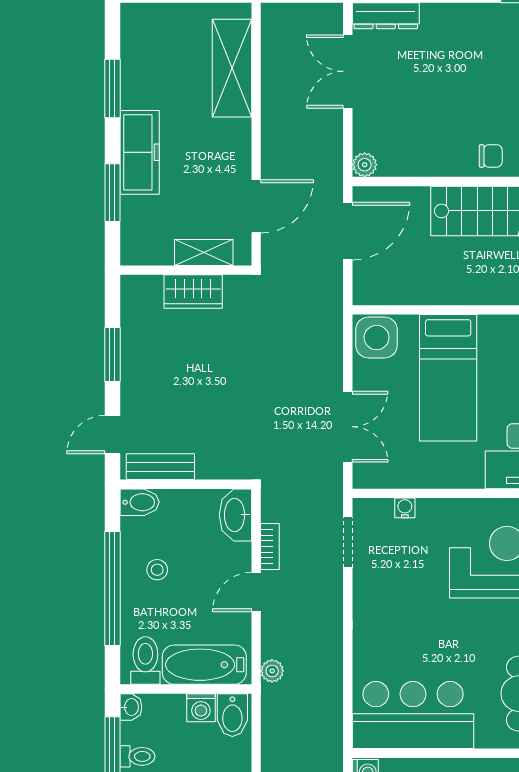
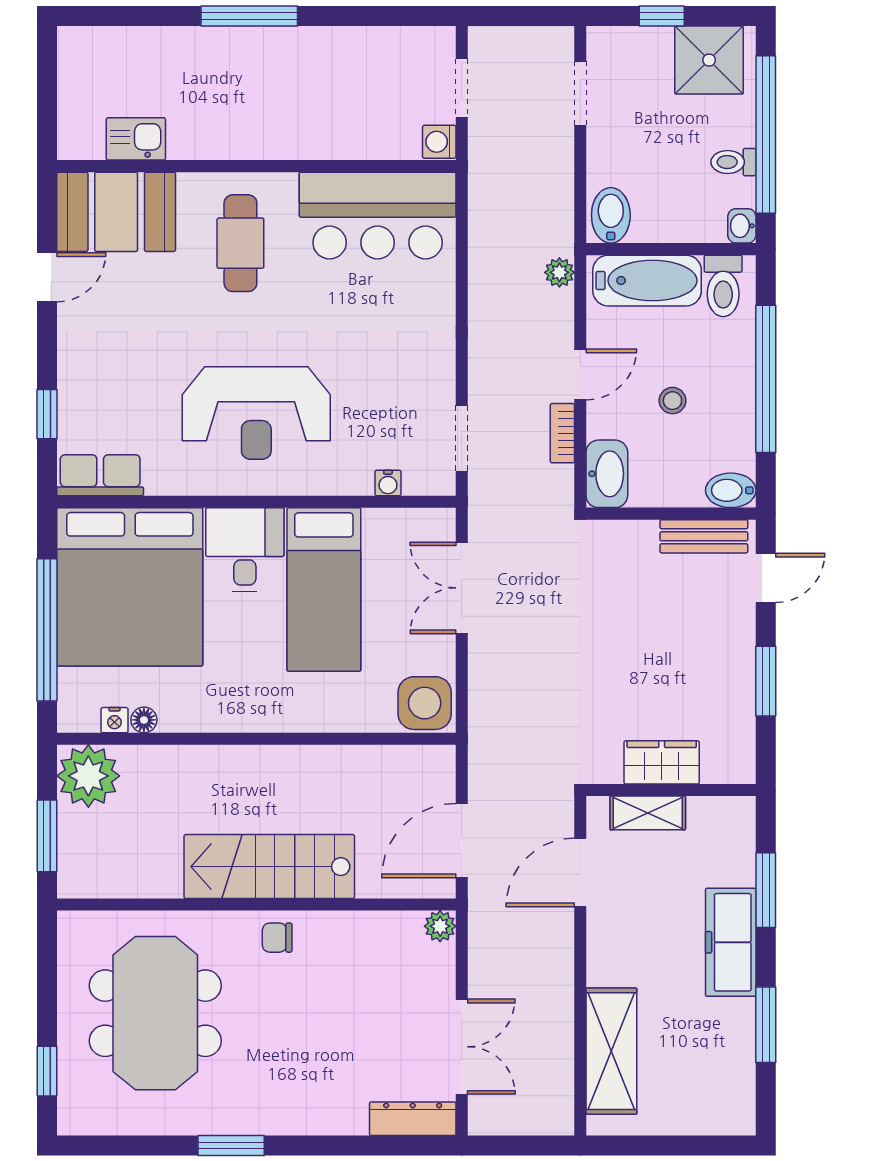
bed: (448, 378) -> (324, 590), moved, turned 180
stool: (157, 570) -> (672, 401), moved
washing machine: (201, 708) -> (651, 225), removed

